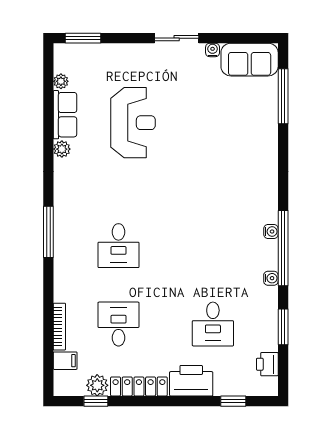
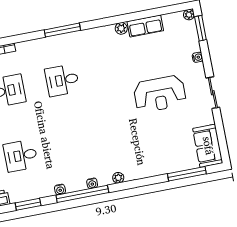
water cooler: (213, 50) -> (198, 57), moved
plant: (61, 81) -> (189, 15), moved
reception desk: (133, 123) -> (160, 94), moved
plant: (270, 194) -> (118, 178), added

